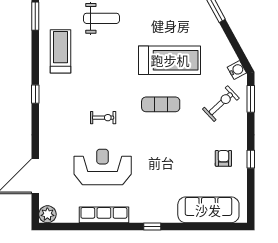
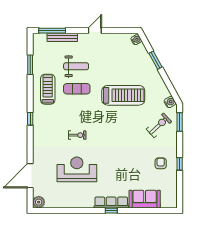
exercise mat: (161, 104) -> (77, 89), moved
sofa: (208, 210) -> (145, 199), width x0.73
row of seats: (104, 215) -> (111, 202), moved

